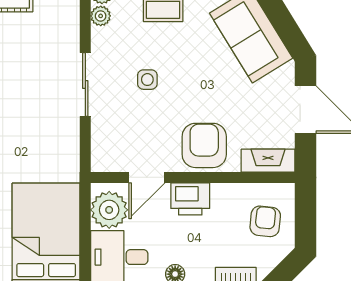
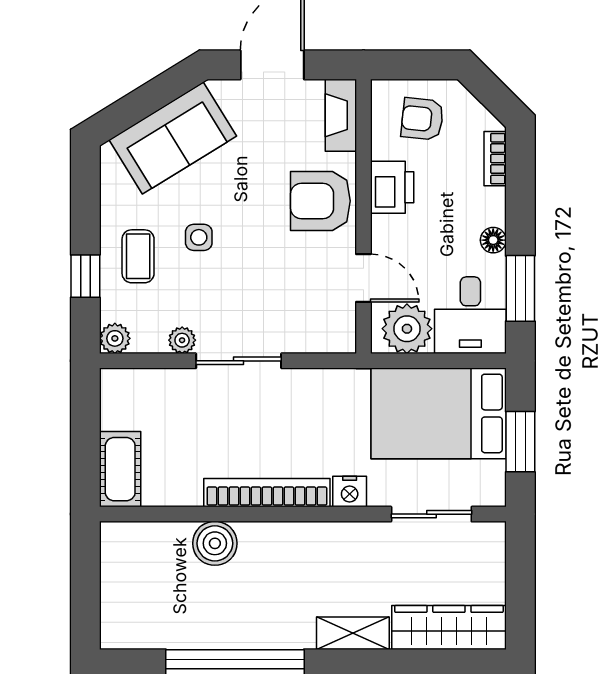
plant: (101, 16) -> (182, 340), moved
side table: (147, 80) -> (199, 237), moved
printer: (190, 199) -> (392, 187), moved

